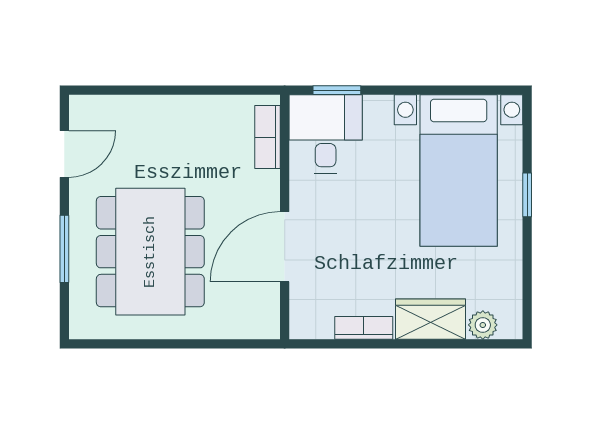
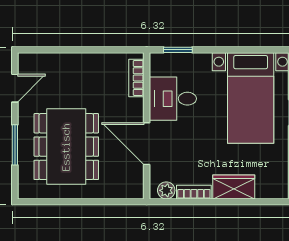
desk: (326, 134) -> (173, 99), moved, turned -90
door: (285, 247) -> (147, 144), hinge flipped
plant: (483, 325) -> (166, 190), moved

